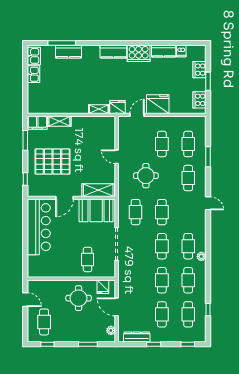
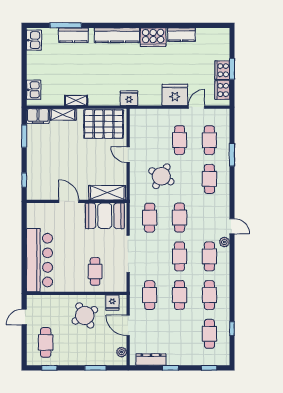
dishwasher: (181, 51) -> (201, 35), removed
kitchen counter: (113, 52) -> (117, 35), width x1.50
cooker: (199, 70) -> (222, 70), moved
kitchen sink: (34, 74) -> (34, 90), moved
shelving: (99, 109) -> (76, 100), moved
door: (137, 115) -> (197, 107), moved
pallet: (53, 161) -> (104, 124), moved
round table: (146, 176) -> (161, 176), turned 30
door: (64, 198) -> (69, 201), swing flipped
door: (208, 203) -> (232, 226), moved
bar counter: (39, 227) -> (40, 260), moved
plant: (201, 256) -> (224, 242), moved
round table: (79, 298) -> (85, 315), turned -31
door: (25, 300) -> (24, 317), swing flipped
cafe table: (162, 314) -> (150, 295), moved

